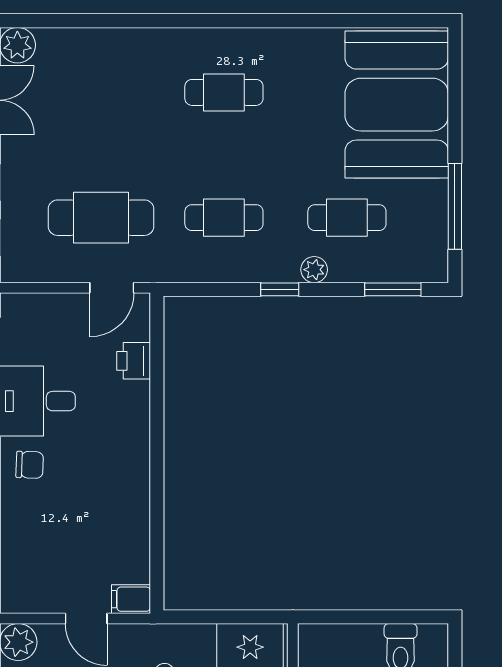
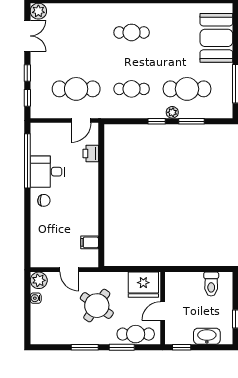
booth: (397, 105) -> (216, 38), width x0.73, depth x0.70
cafe table: (347, 218) -> (187, 89), width x1.37, depth x1.35
window: (393, 289) -> (192, 121), moved
filing cabinet: (131, 599) -> (90, 242), moved

